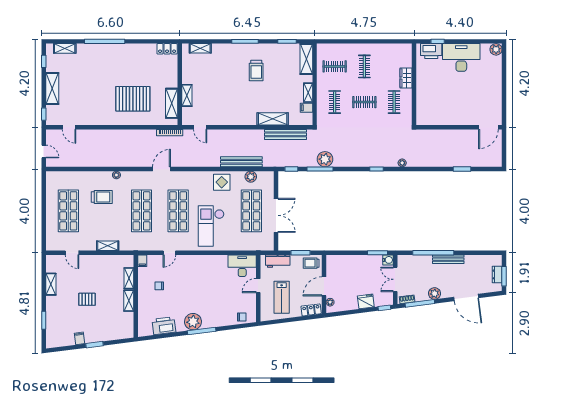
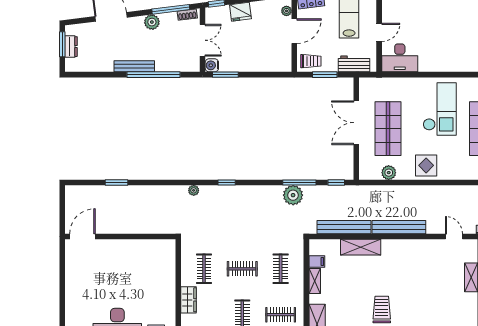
bench: (241, 162) -> (399, 227), moved

